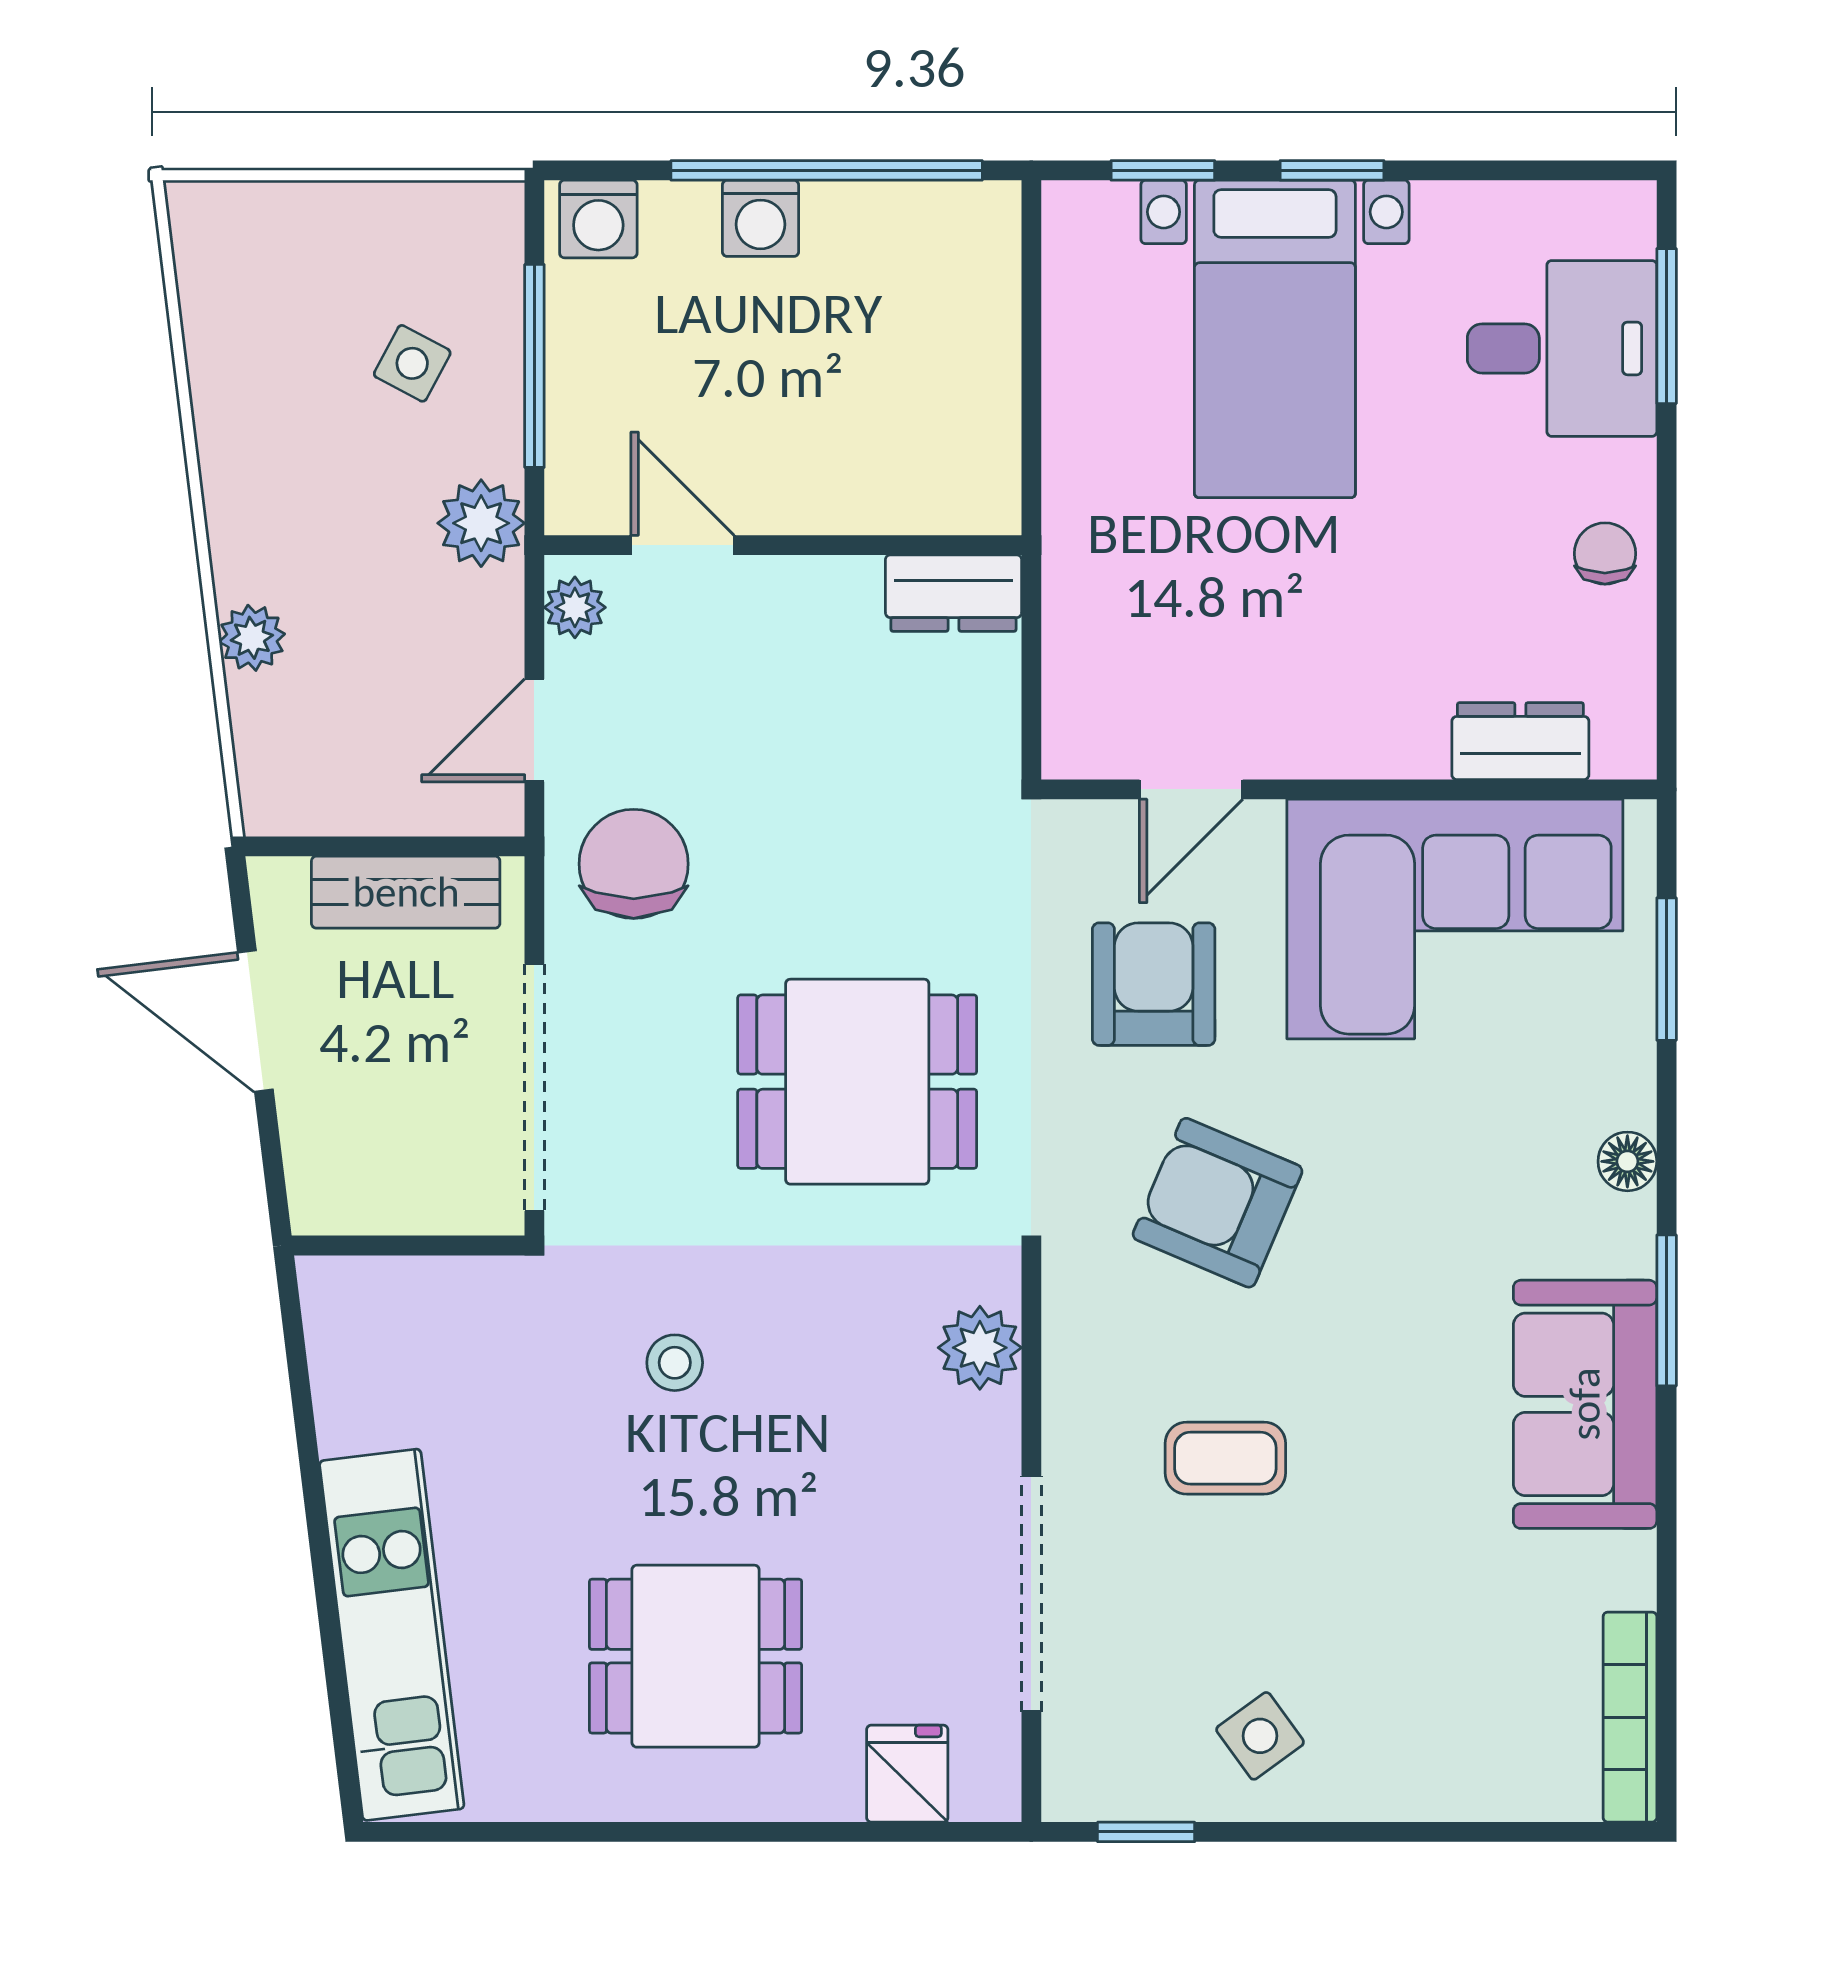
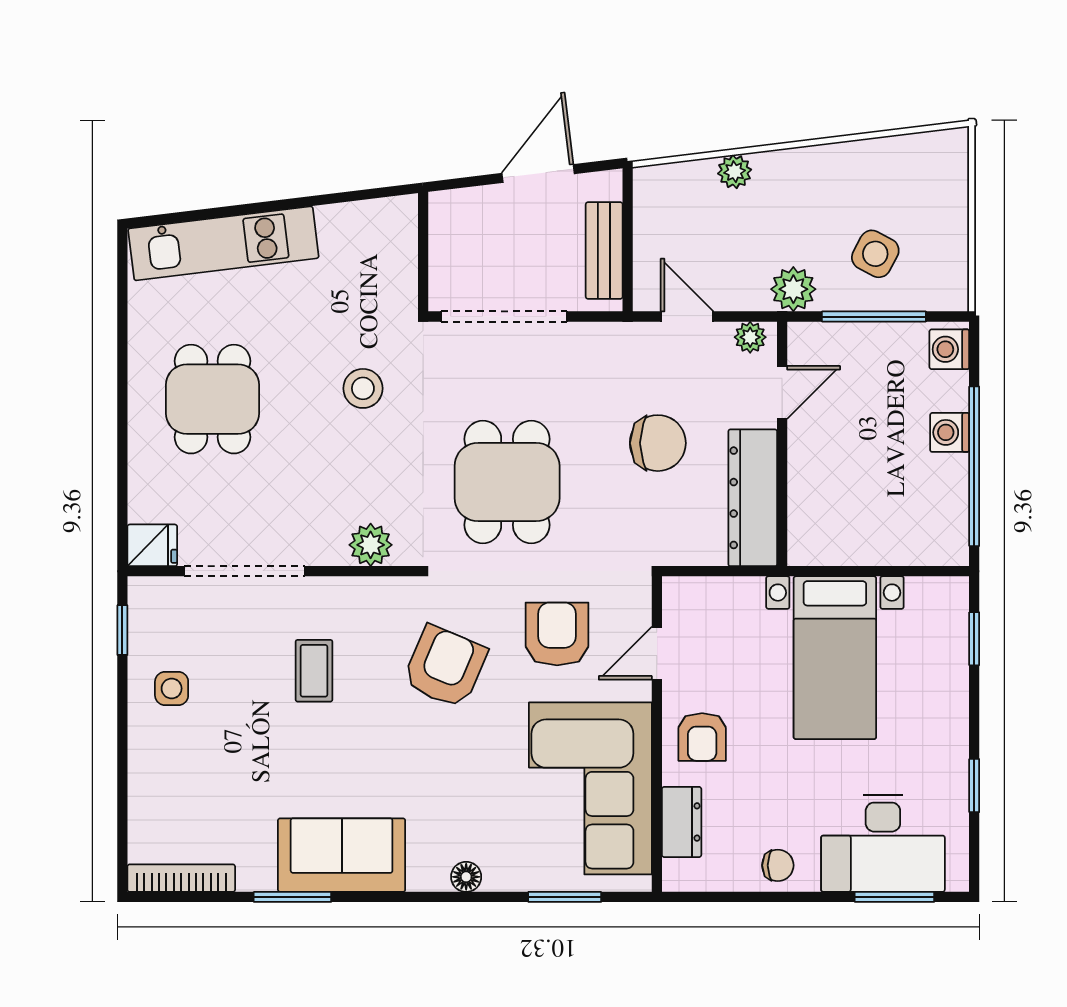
window: (1332, 170) -> (974, 786), moved
bed with nightstands: (1275, 339) -> (835, 658), moved, turned -90
desk: (1562, 348) -> (883, 843), width x1.37
side table: (412, 363) -> (875, 254), width x1.37, depth x1.37
dresser: (954, 593) -> (753, 498), width x1.96, depth x1.24
armchair: (1355, 701) -> (702, 737), added
door: (1191, 789) -> (657, 653), hinge flipped
chair: (634, 864) -> (658, 443), moved
armchair: (1154, 984) -> (557, 634), turned -90
window: (1667, 1310) -> (292, 897), moved
stool: (675, 1363) -> (363, 388), width x1.37, depth x1.37
side table: (1260, 1736) -> (172, 688), turned 36
fridge: (907, 1774) -> (152, 545), moved

